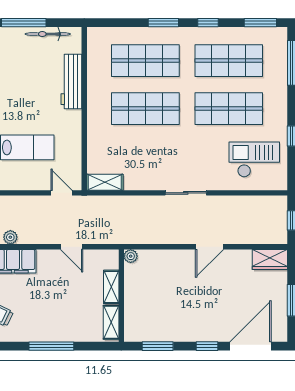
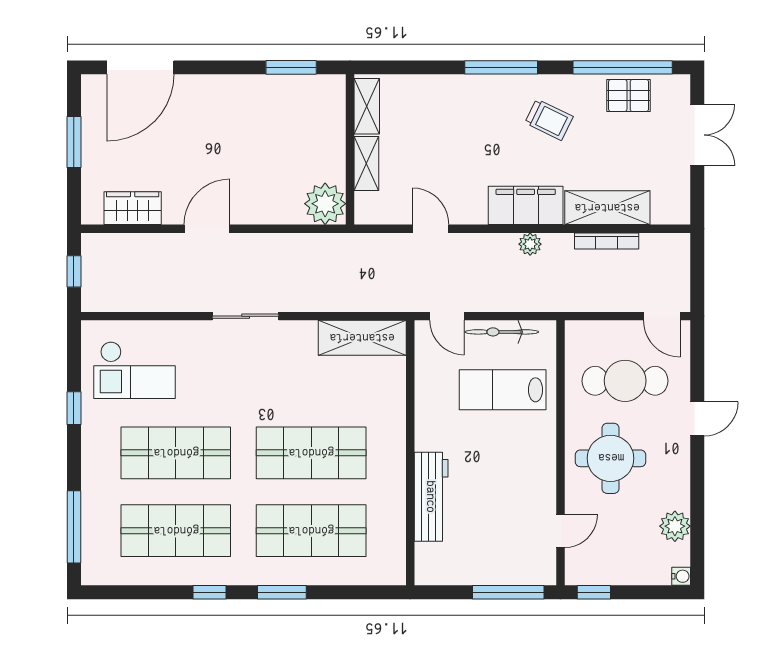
window: (260, 23) -> (124, 592), removed
bicycle: (48, 34) -> (502, 332), moved, turned 180
shelving: (105, 182) -> (362, 338), width x1.50, depth x1.33
plant: (131, 256) -> (325, 204), width x1.88, depth x1.88
wardrobe: (270, 259) -> (133, 208), moved
window: (51, 346) -> (501, 67), moved
window: (207, 346) -> (211, 67), removed

